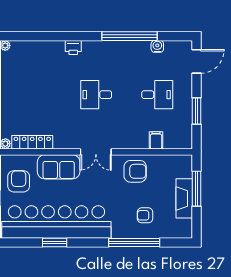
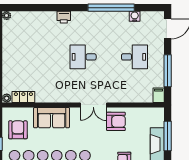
window: (197, 111) -> (168, 71), width x1.44
filing cabinet: (156, 140) -> (159, 95), moved
locker: (32, 142) -> (23, 97), width x0.66
double door: (96, 152) -> (93, 105), moved

